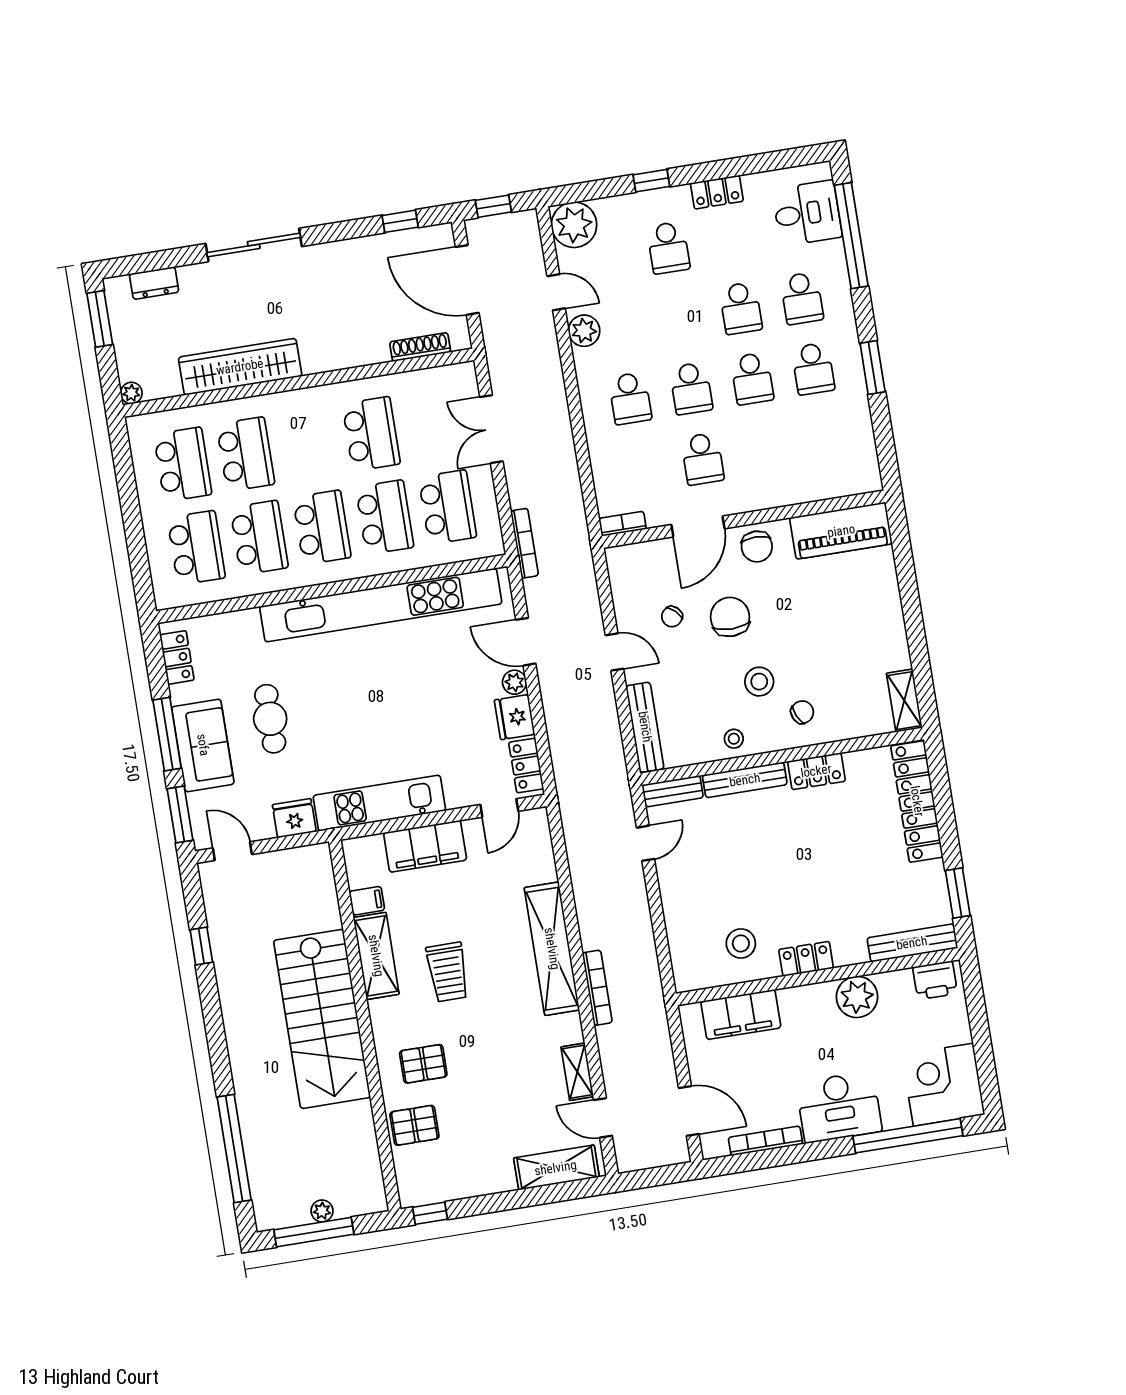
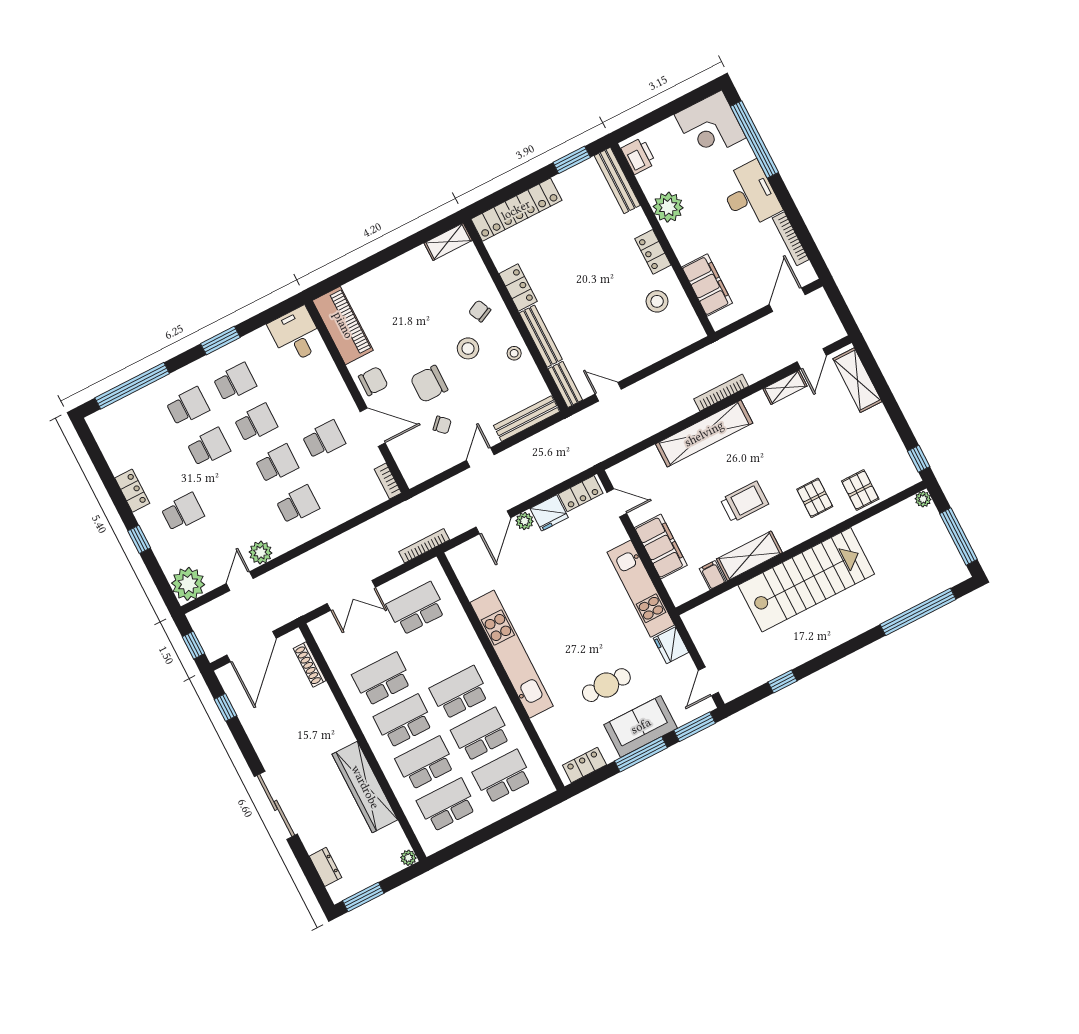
desk: (807, 213) -> (296, 335), moved
school desk: (385, 517) -> (404, 721), moved
kitchen unit: (381, 605) -> (512, 654), width x0.73
plant: (322, 1211) -> (923, 499), moved

